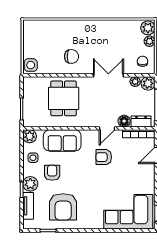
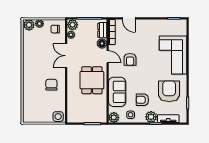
dining table: (64, 98) -> (92, 80), moved, turned 90
armchair: (63, 207) -> (169, 91), turned -90
corner sofa: (128, 212) -> (173, 55), moved

